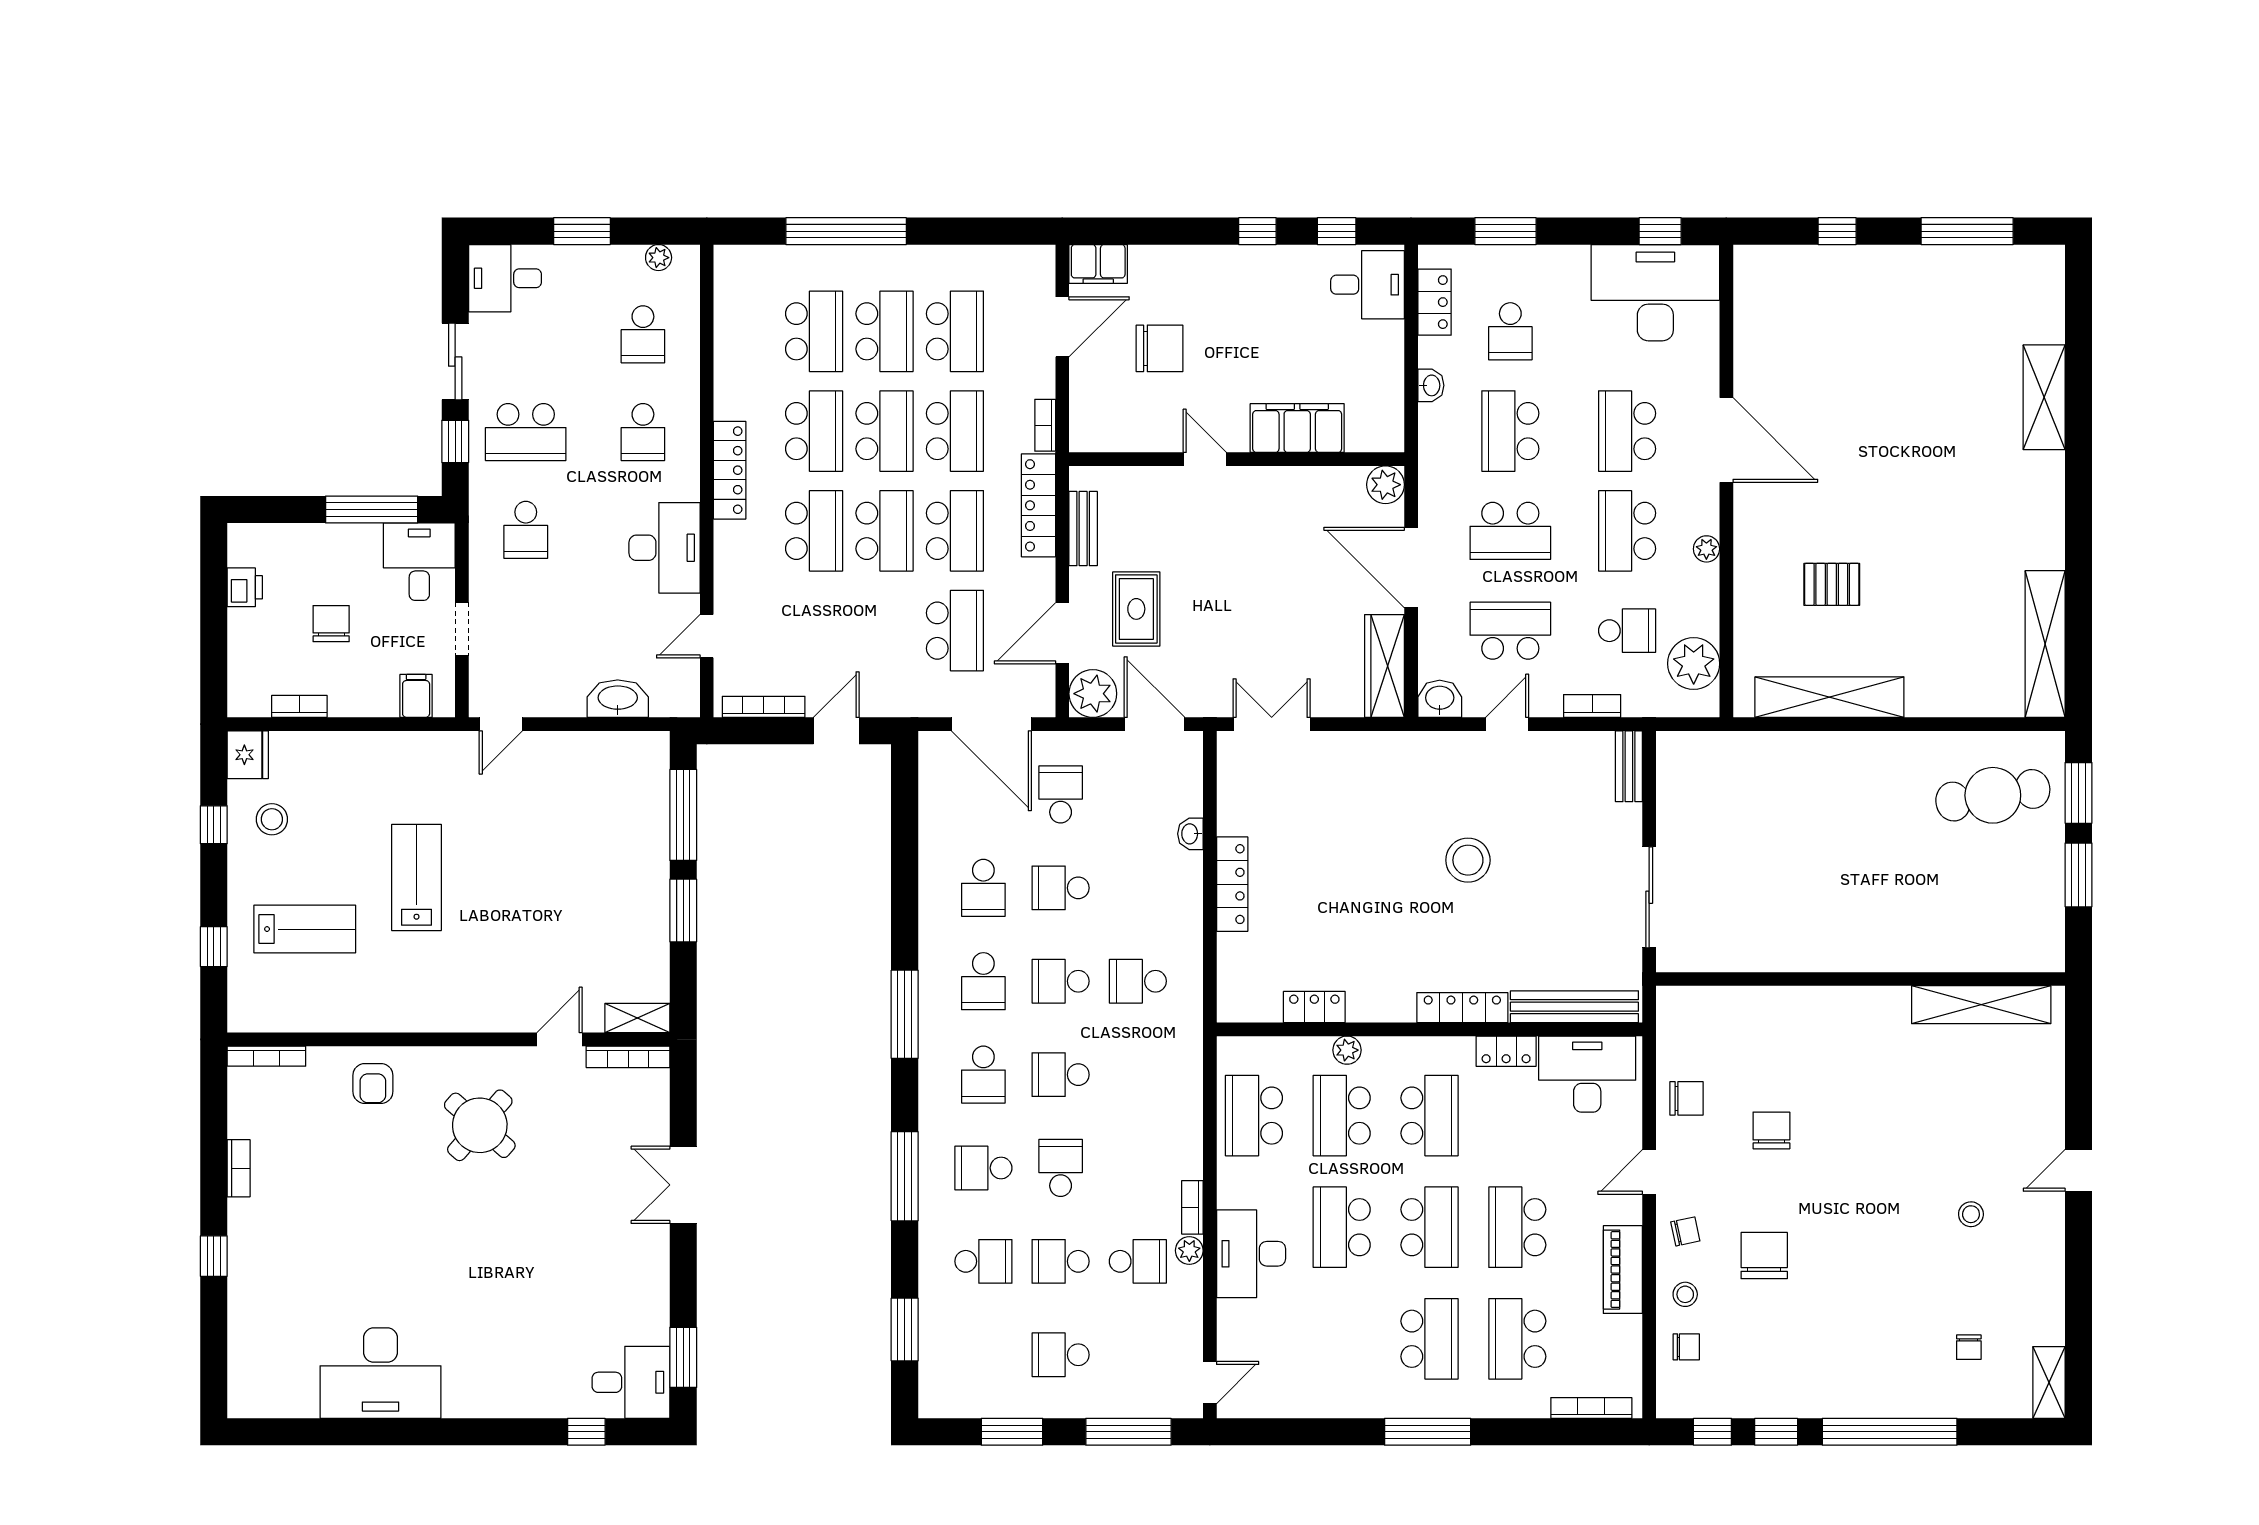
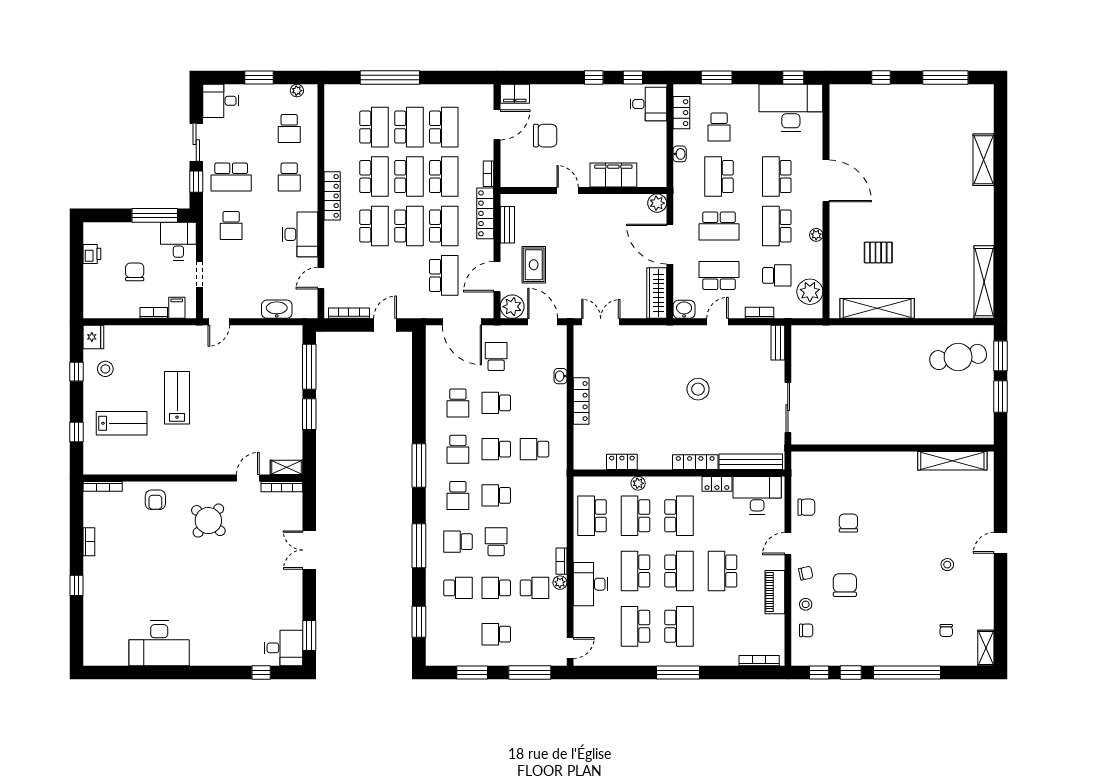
bookcase: (299, 706) -> (154, 313), moved
school desk: (1517, 1339) -> (635, 626), moved

